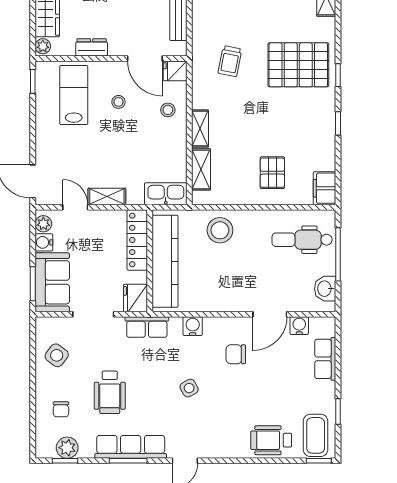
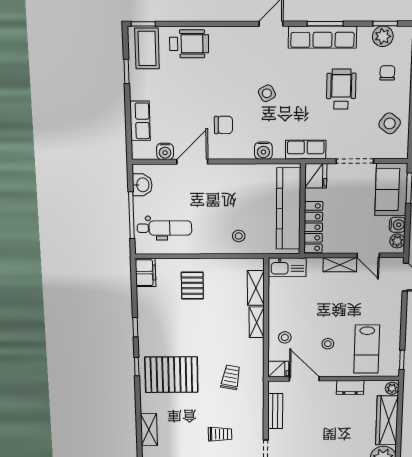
stool: (220, 230) -> (239, 236), width x0.53, depth x0.53

